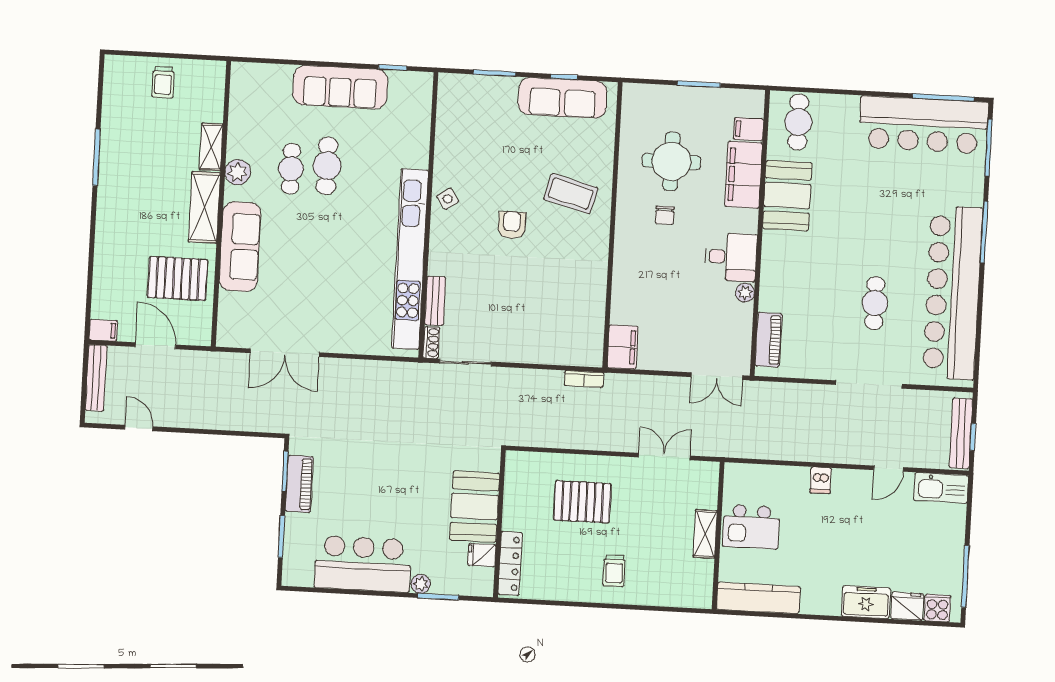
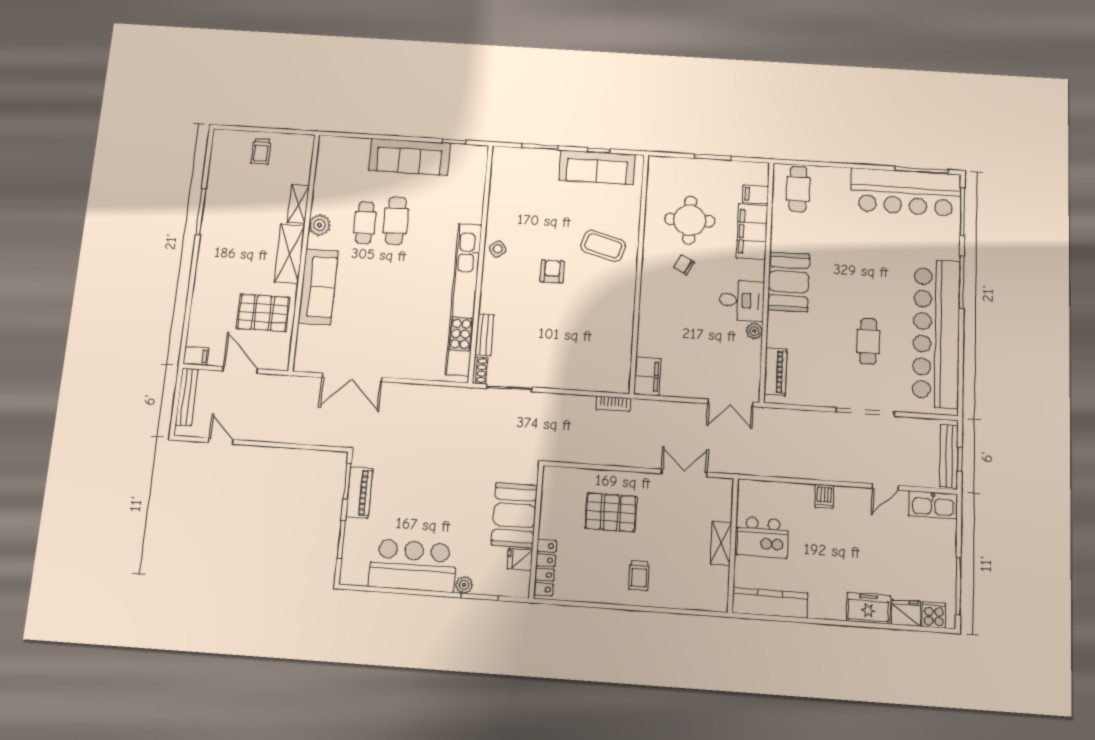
booth: (787, 196) -> (789, 282), moved
chair: (665, 215) -> (684, 265), turned 118

